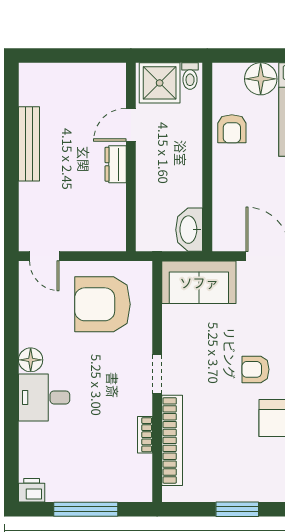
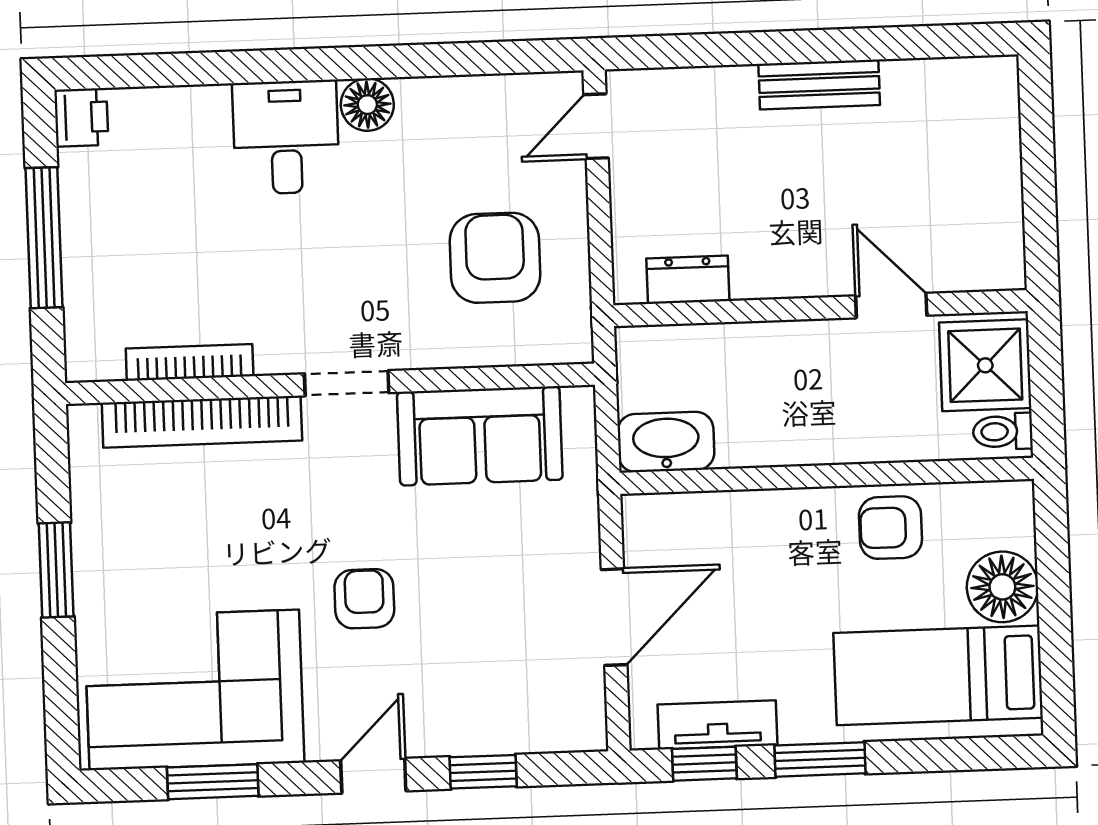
bench: (29, 144) -> (819, 85), width x0.73
dresser: (116, 164) -> (688, 280), moved
sofa: (199, 282) -> (480, 436), moved, turned -90
armchair: (102, 304) -> (495, 258), width x0.73, depth x0.73
bookcase: (145, 435) -> (190, 362), width x1.56

